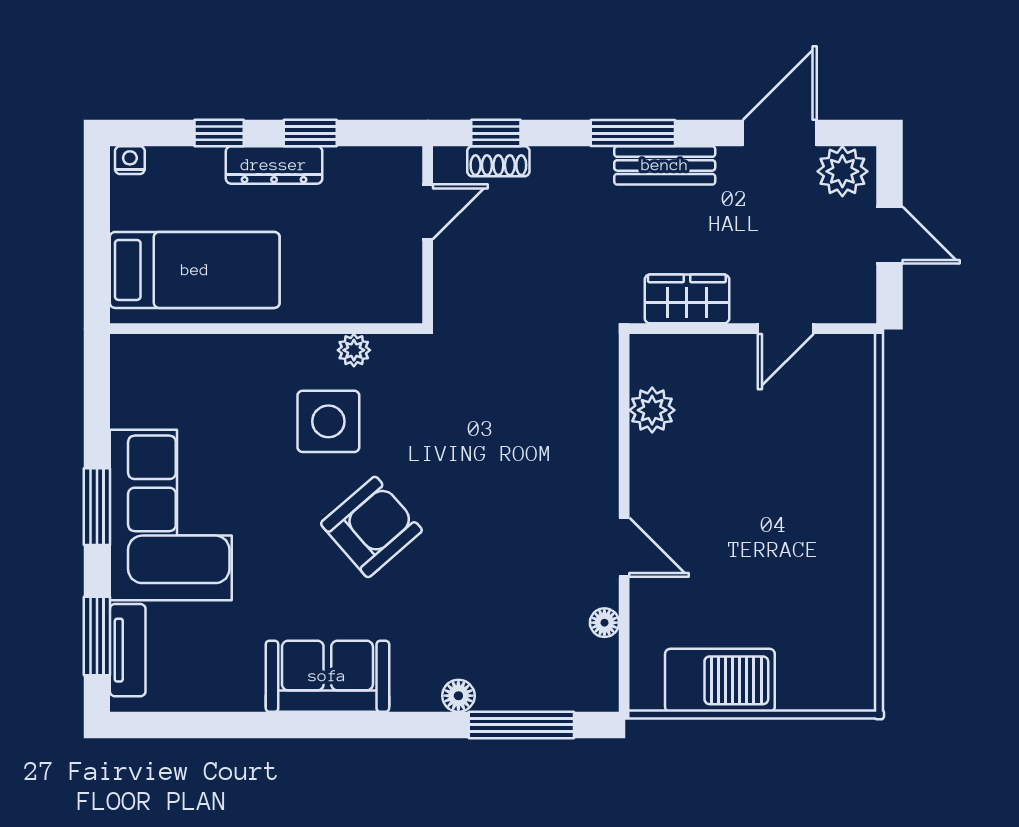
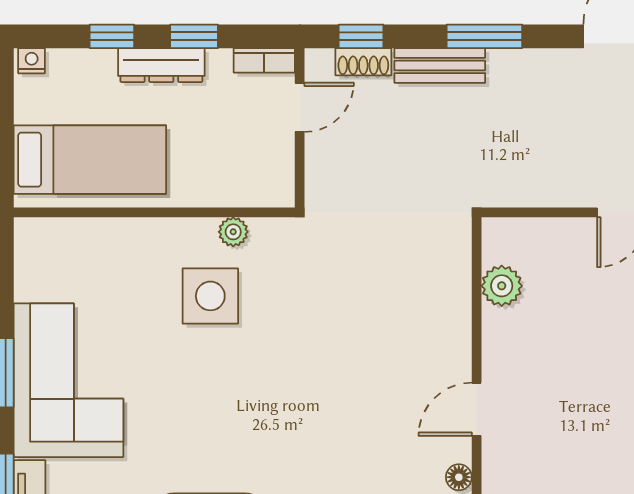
bookcase: (388, 160) -> (264, 60), added
bench: (665, 165) -> (440, 65), moved
wardrobe: (687, 299) -> (533, 186), removed
armchair: (371, 527) -> (249, 391), removed
door: (624, 547) -> (477, 409), swing flipped

